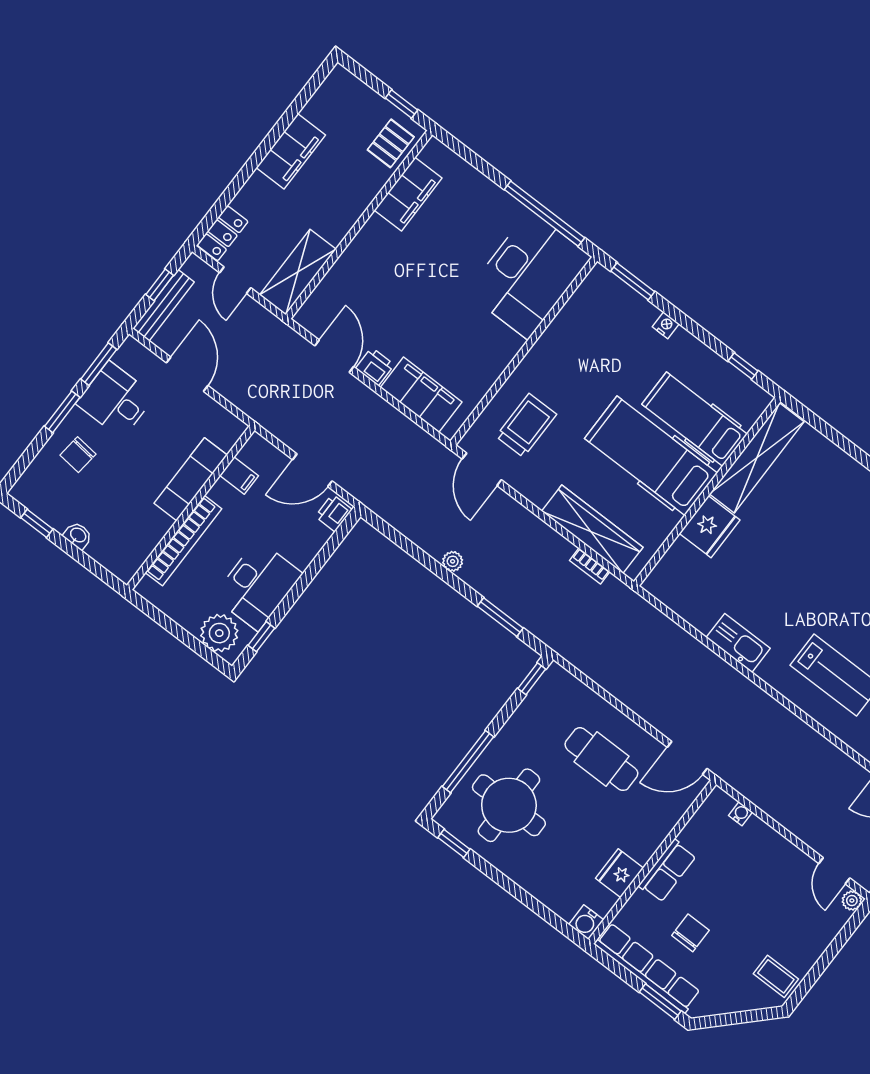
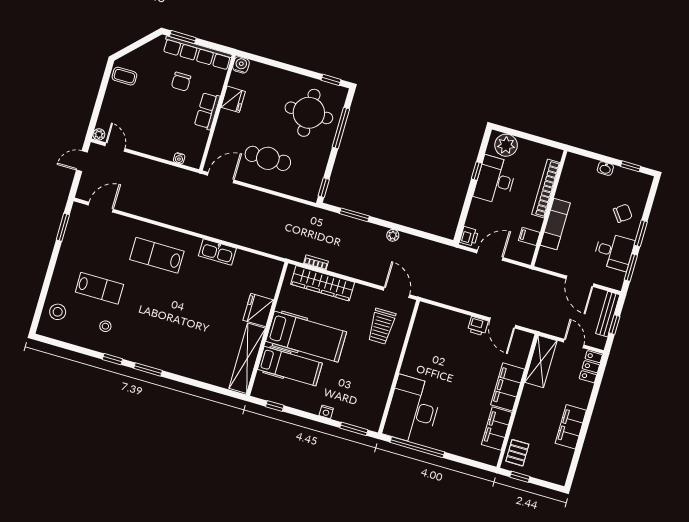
filing cabinet: (421, 395) -> (508, 387), moved, turned 90
chair: (78, 455) -> (623, 213), turned 47
window: (261, 637) -> (477, 171), moved

